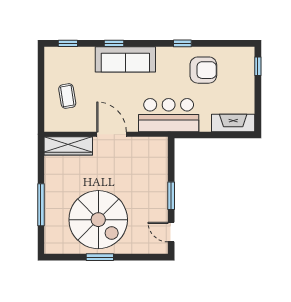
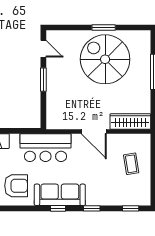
window: (182, 43) -> (58, 208), moved
sofa: (125, 59) -> (60, 195), moved
armchair: (203, 70) -> (16, 186), turned 180

